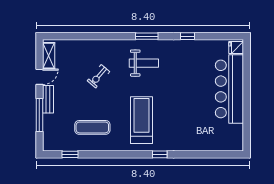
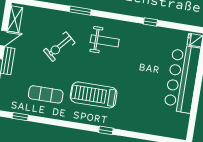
window: (147, 36) -> (80, 11), moved
exercise bike: (98, 76) -> (59, 47), width x1.38, depth x1.39
treadmill: (141, 120) -> (94, 95), turned -90

